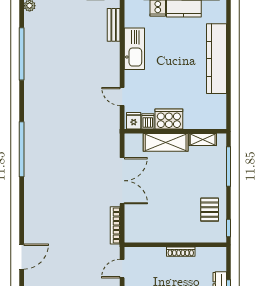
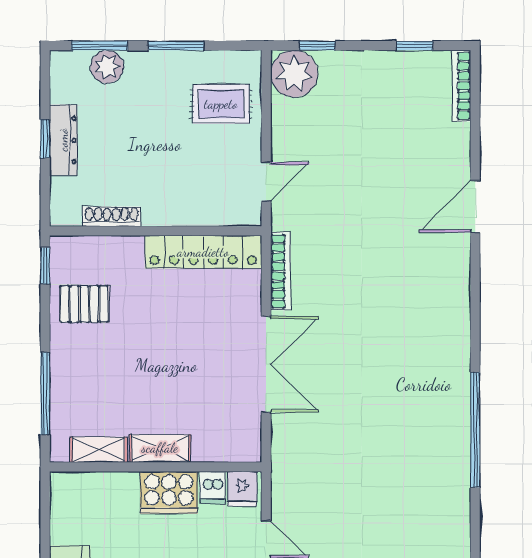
shelving: (166, 142) -> (160, 448), width x0.67, depth x0.75
double door: (122, 181) -> (266, 364), swing flipped
pallet: (210, 210) -> (84, 304), turned 90
locker: (152, 235) -> (203, 252), added
shoe rack: (181, 252) -> (111, 216), moved

